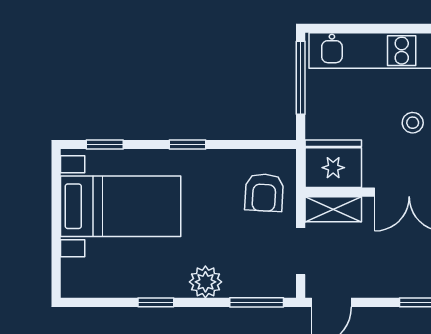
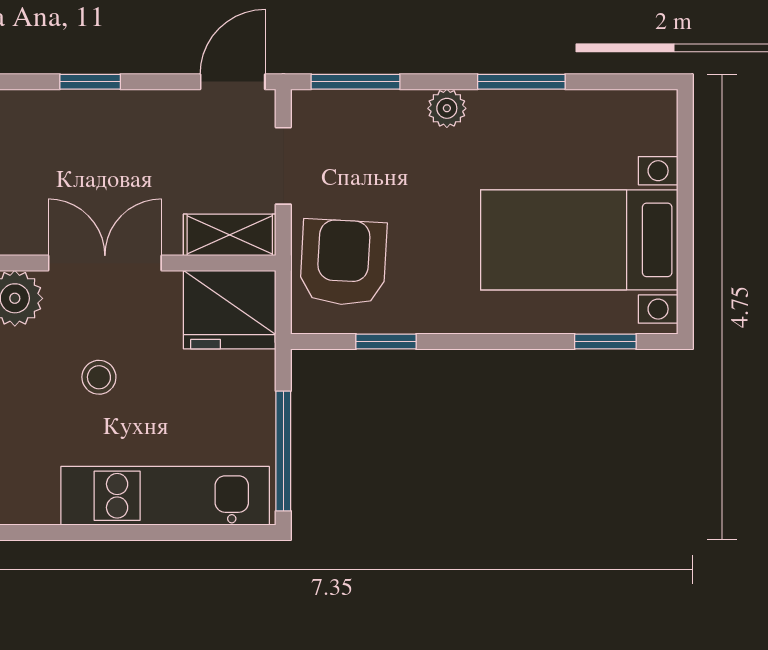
window: (188, 144) -> (386, 341), moved
armchair: (264, 193) -> (343, 262), width x1.38, depth x1.38
plant: (205, 282) -> (447, 108), width x0.73, depth x0.73
window: (156, 302) -> (521, 82), width x1.50

